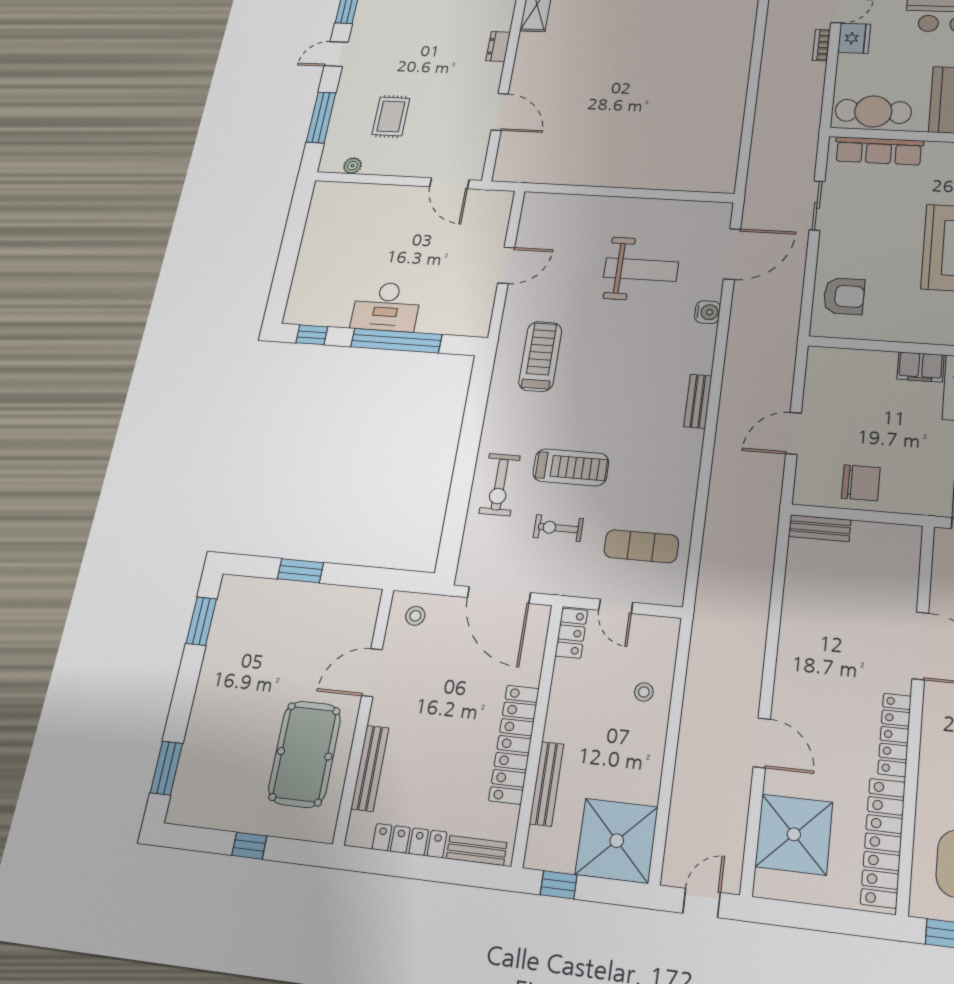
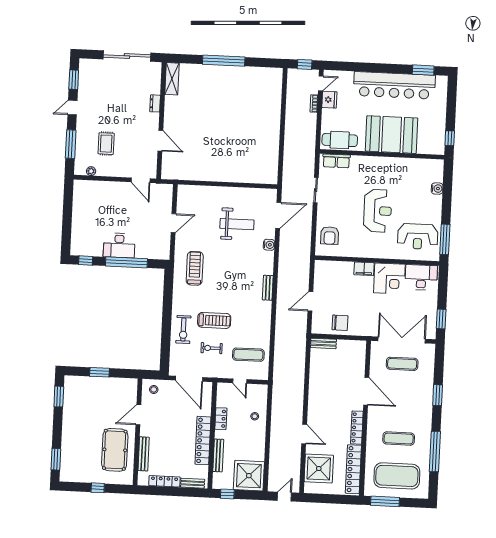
row of seats: (879, 151) -> (336, 161), width x0.68
armchair: (844, 296) -> (330, 235), turned 90
locker: (571, 633) -> (221, 419), moved

